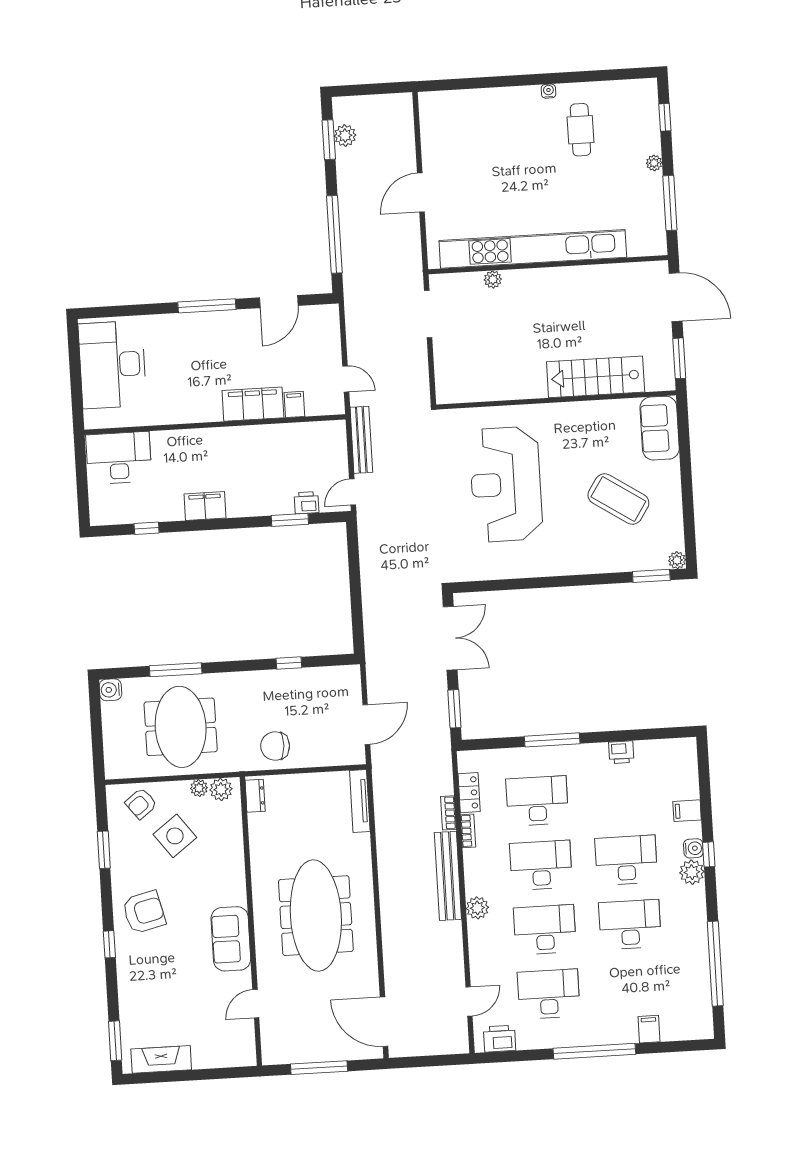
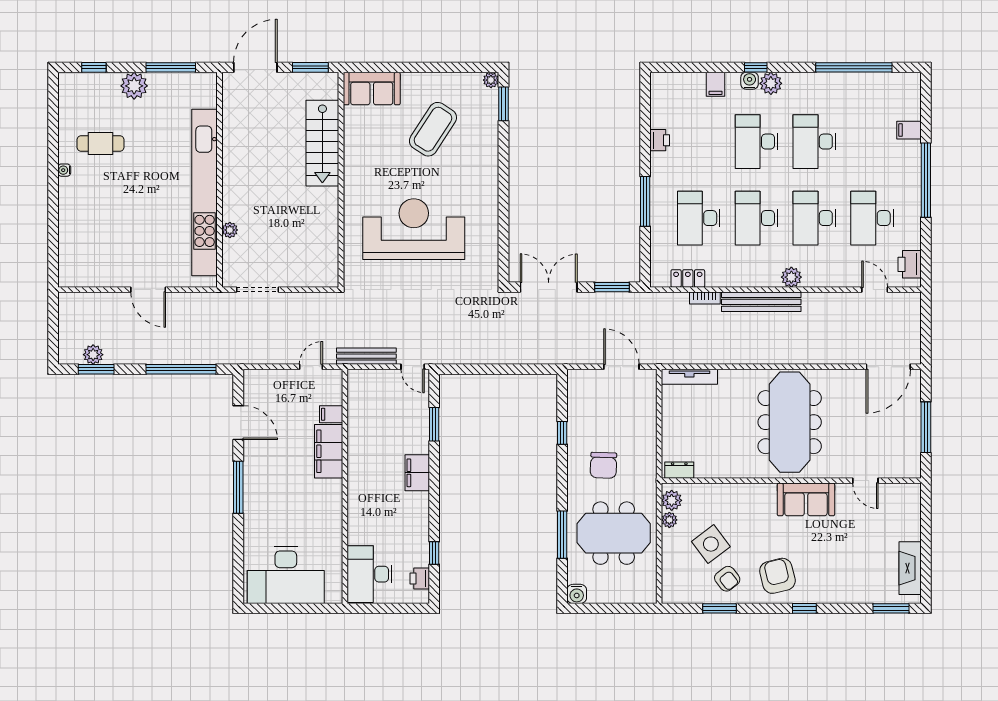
plant: (654, 163) -> (134, 86), width x1.88, depth x1.88
reception desk: (506, 484) -> (414, 229), turned 180
printer: (306, 503) -> (420, 578), moved
filing cabinet: (205, 506) -> (417, 473), moved
chair: (275, 746) -> (603, 465), moved
armchair: (141, 804) -> (727, 579), moved
bookcase: (468, 831) -> (722, 281), removed
meeting table: (316, 916) -> (790, 422), turned 90

